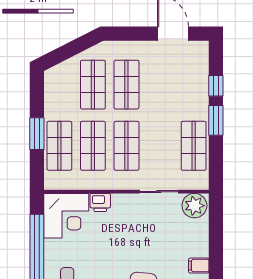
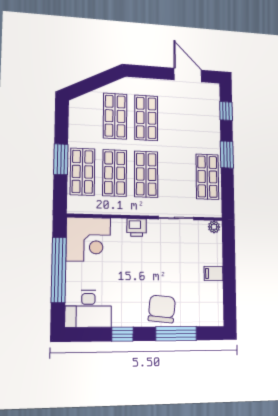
window: (216, 86) -> (226, 111), moved
printer: (100, 202) -> (137, 228), moved
plant: (194, 206) -> (214, 227), width x0.53, depth x0.53
filing cabinet: (199, 266) -> (214, 273), moved

